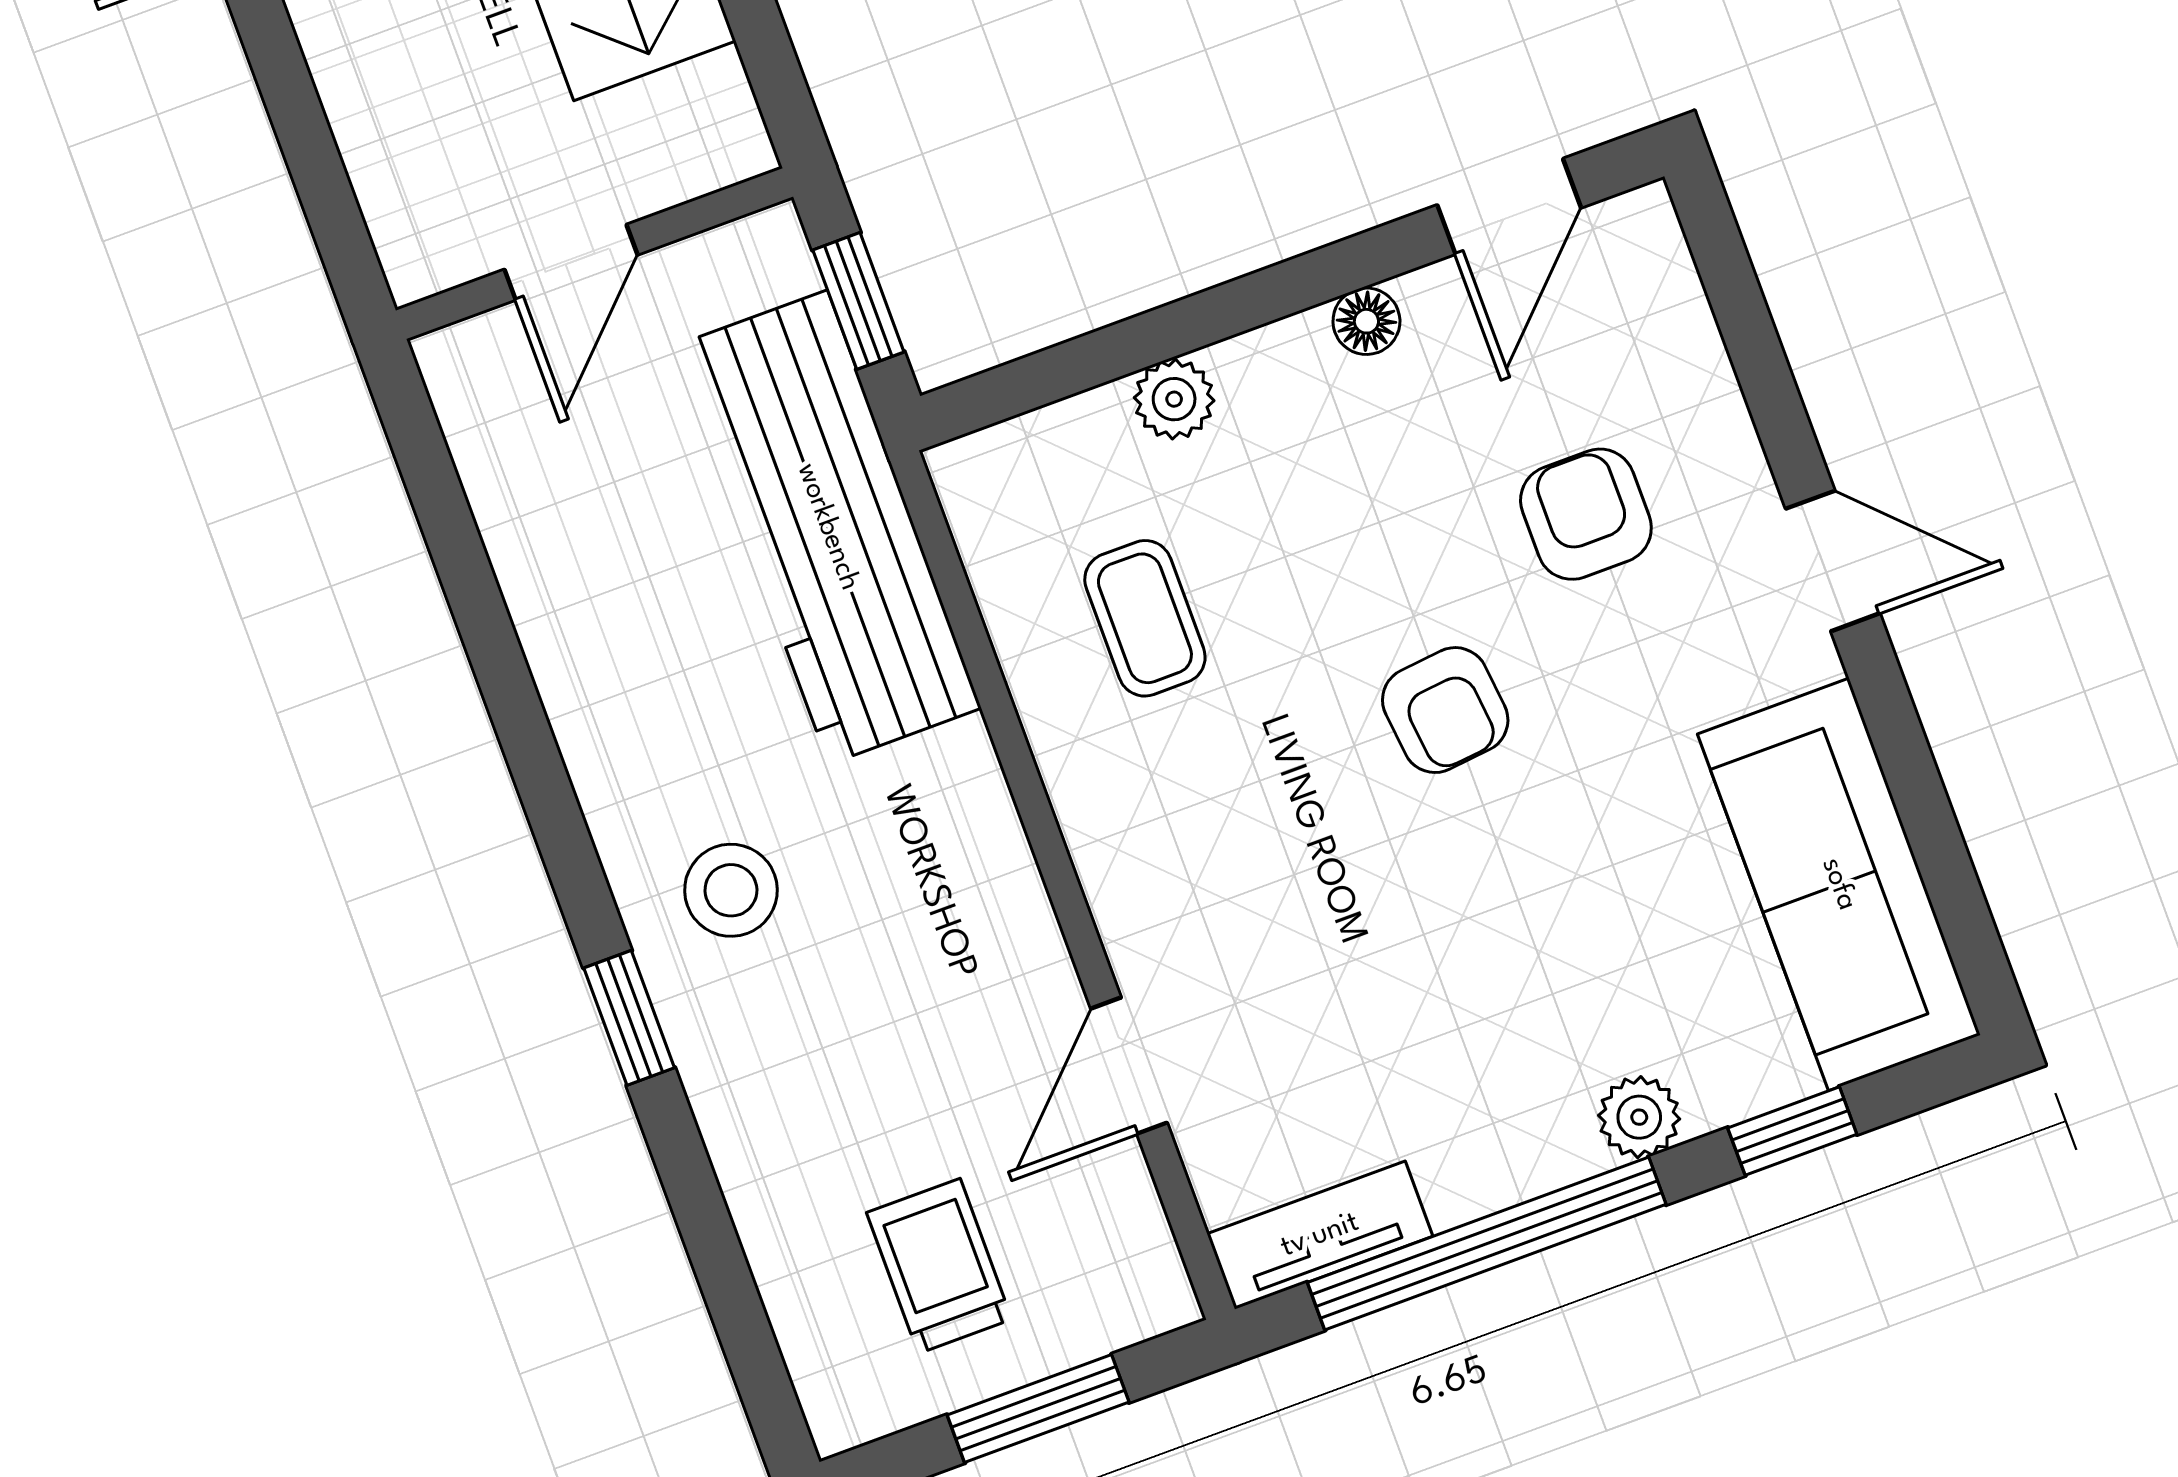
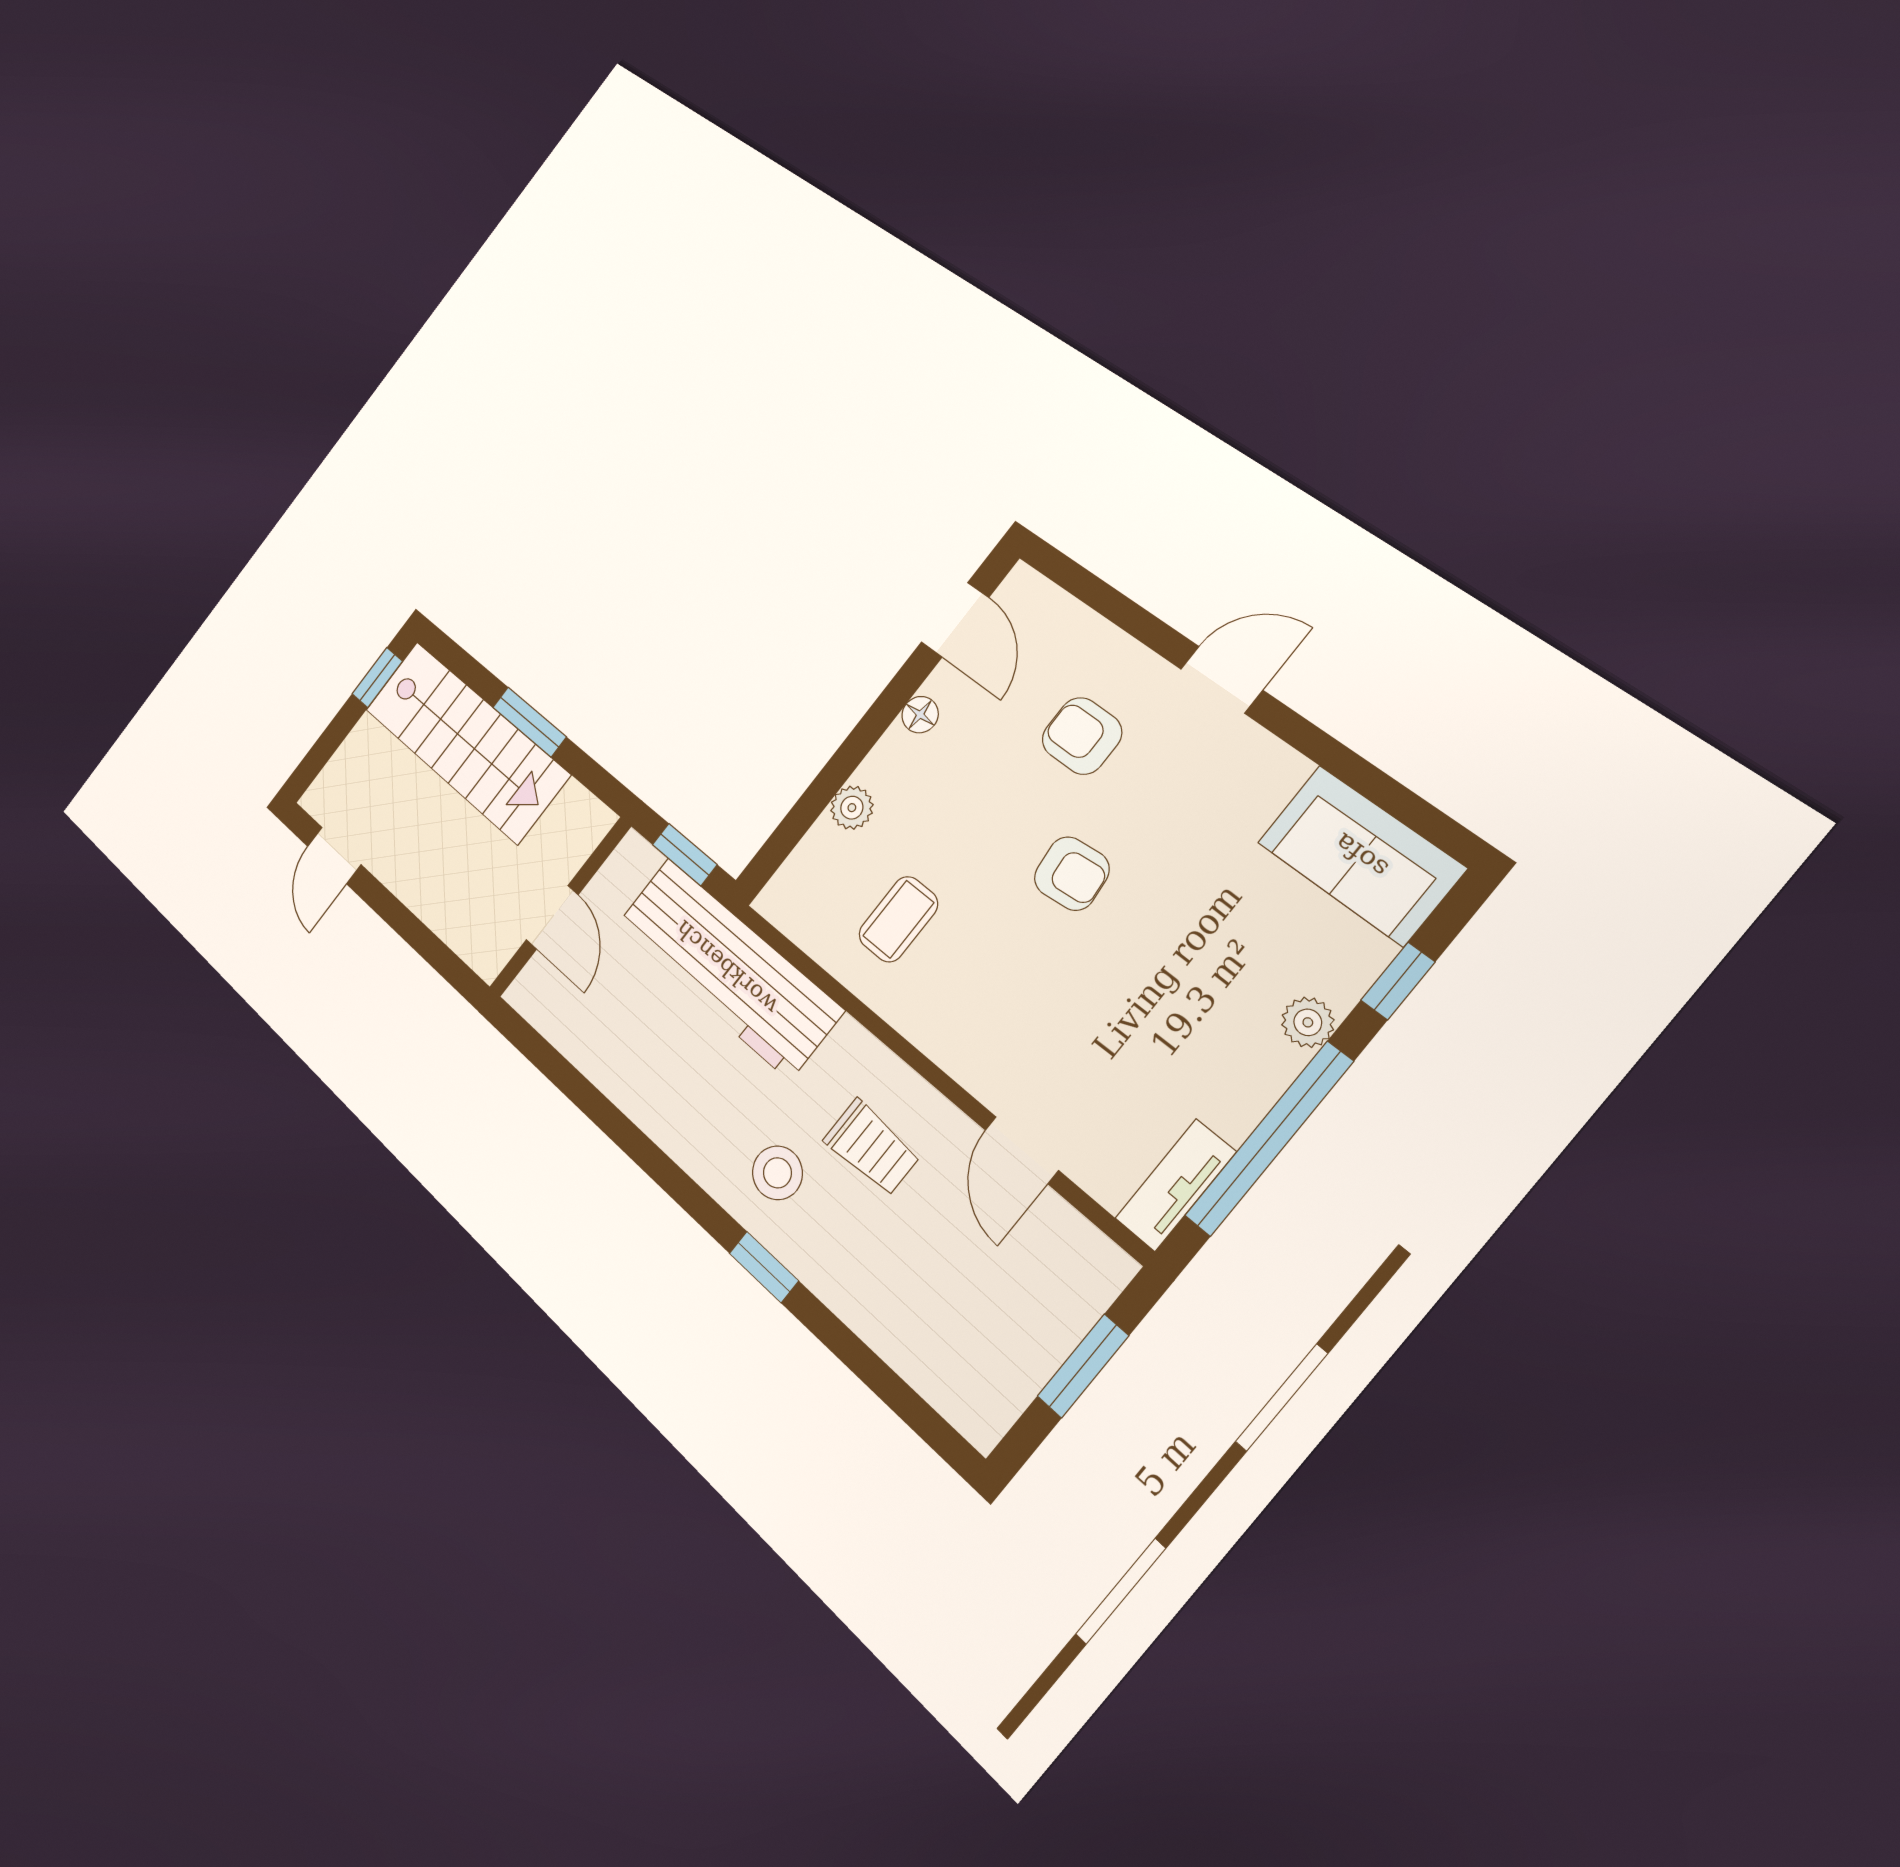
coffee table: (1145, 618) -> (898, 919), turned 90
sofa: (1839, 884) -> (1361, 855), width x0.73
trolley: (939, 1266) -> (872, 1147), moved, turned 180

